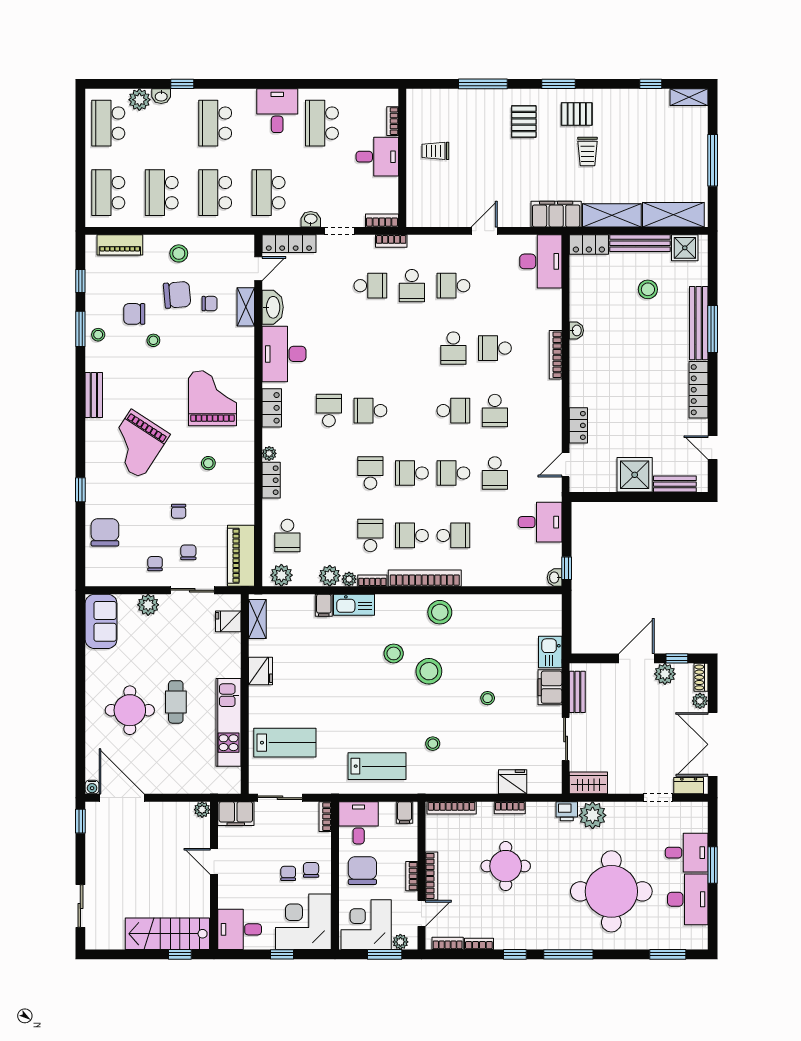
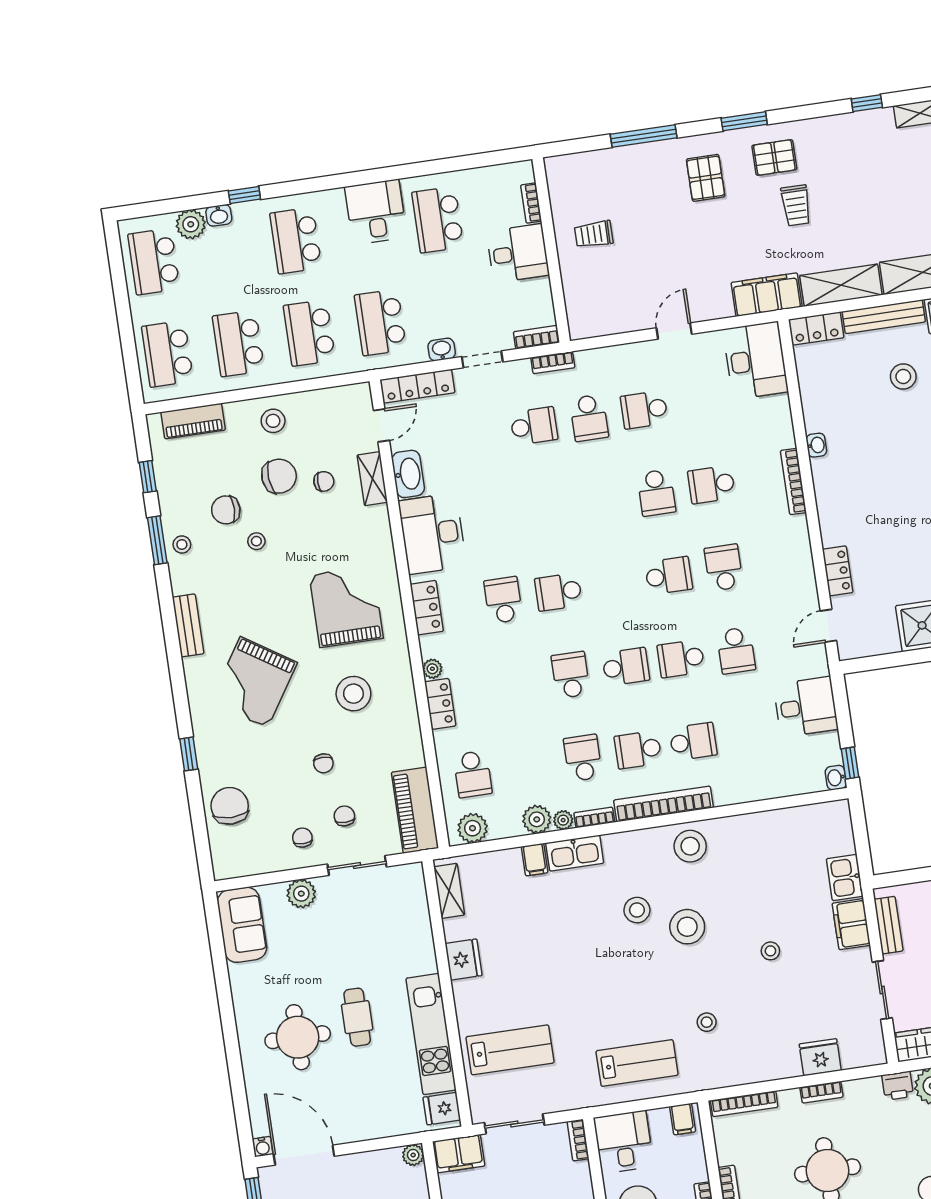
school desk: (495, 411) -> (724, 568), turned 180
stool: (208, 463) -> (353, 694), width x1.89, depth x1.89
school desk: (412, 473) -> (626, 667), turned 180
fridge: (228, 621) -> (442, 1109), moved

